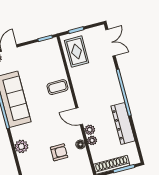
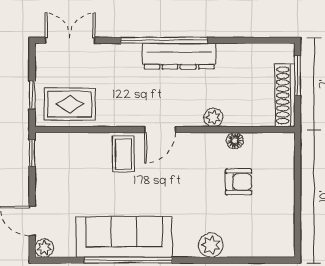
door: (79, 116) -> (160, 130), moved
dresser: (123, 123) -> (179, 56), moved
plant: (92, 140) -> (233, 118), removed
armchair: (59, 152) -> (239, 182), turned 90

